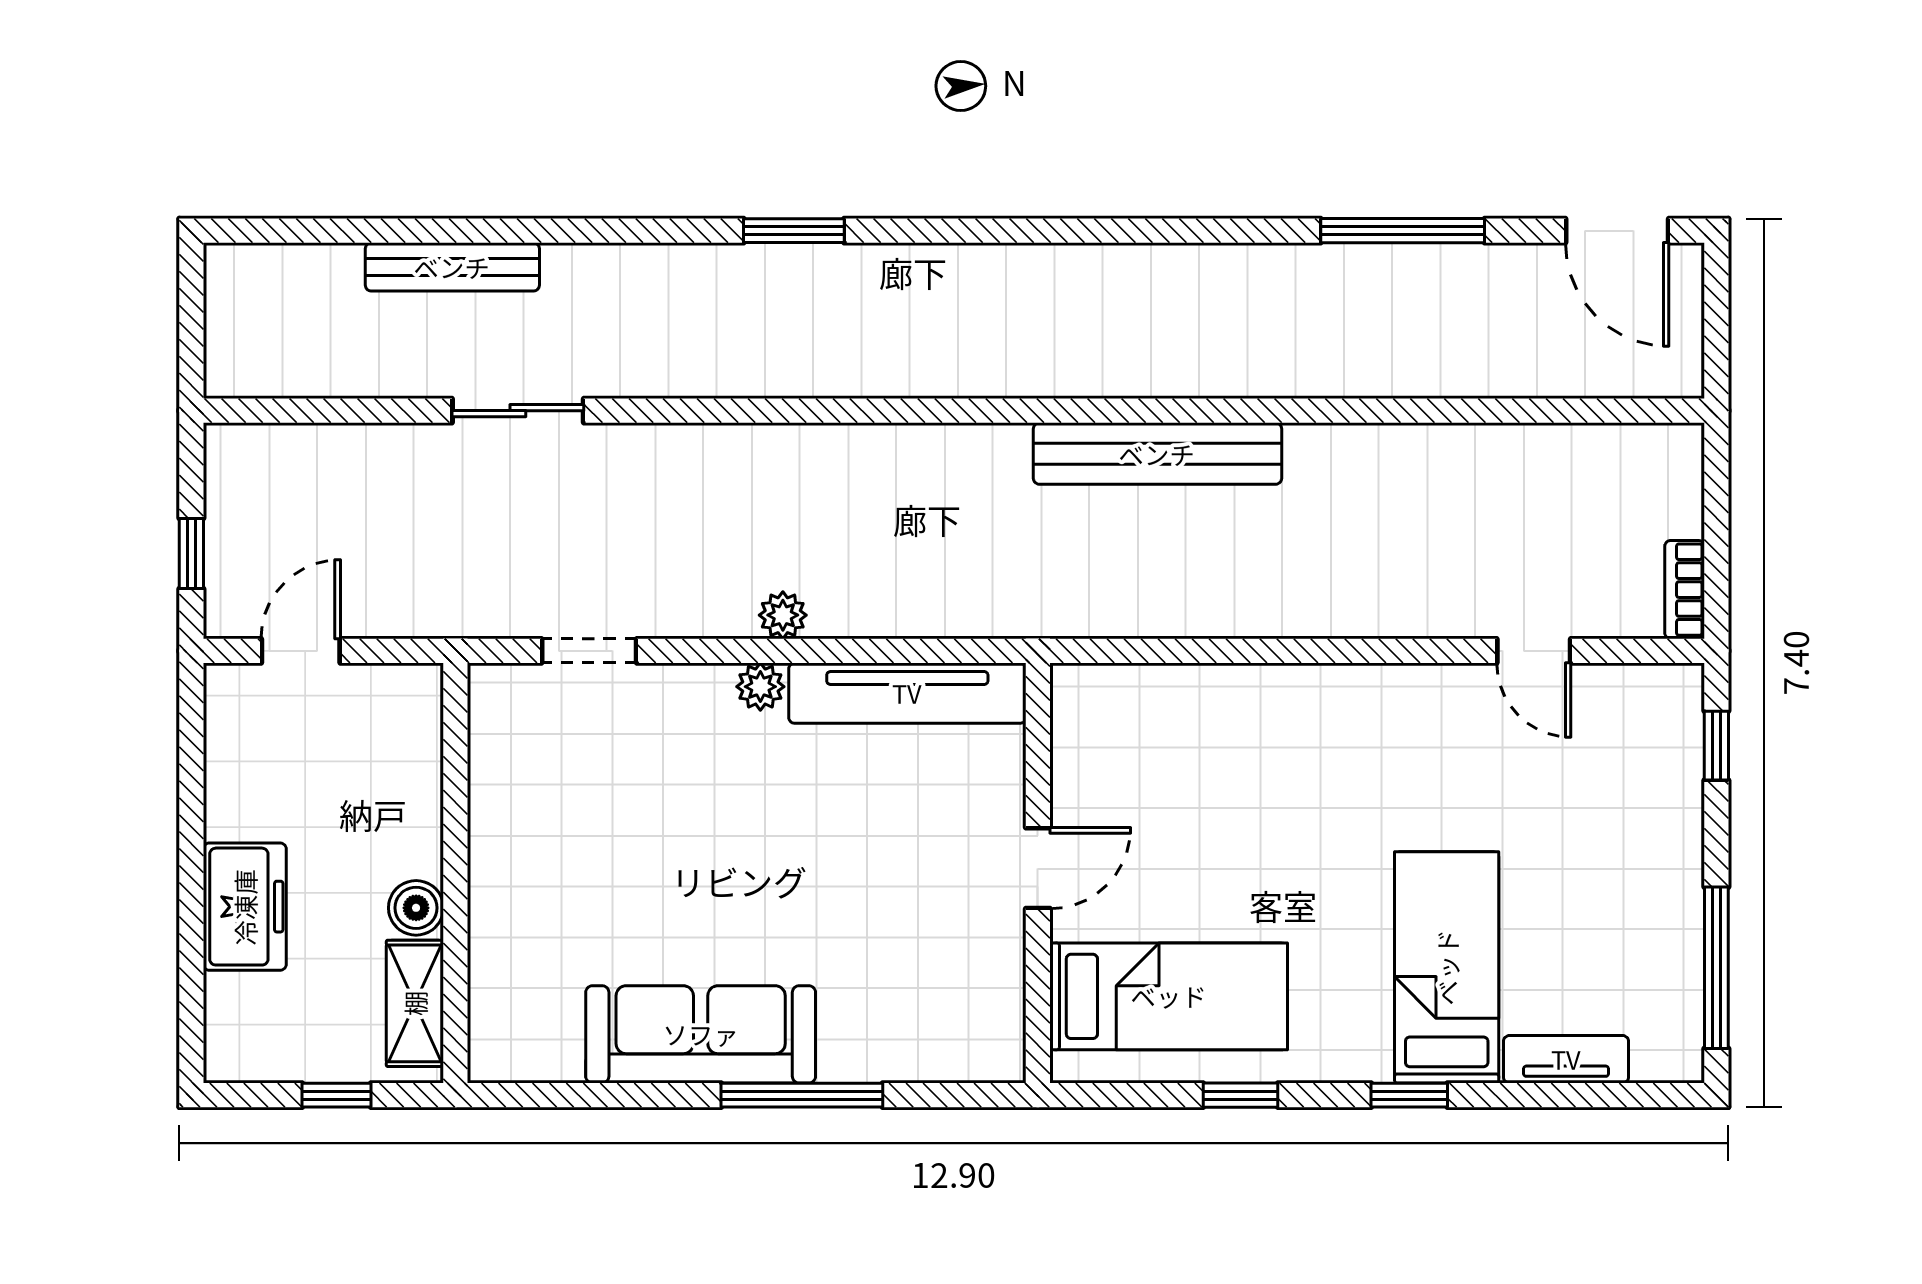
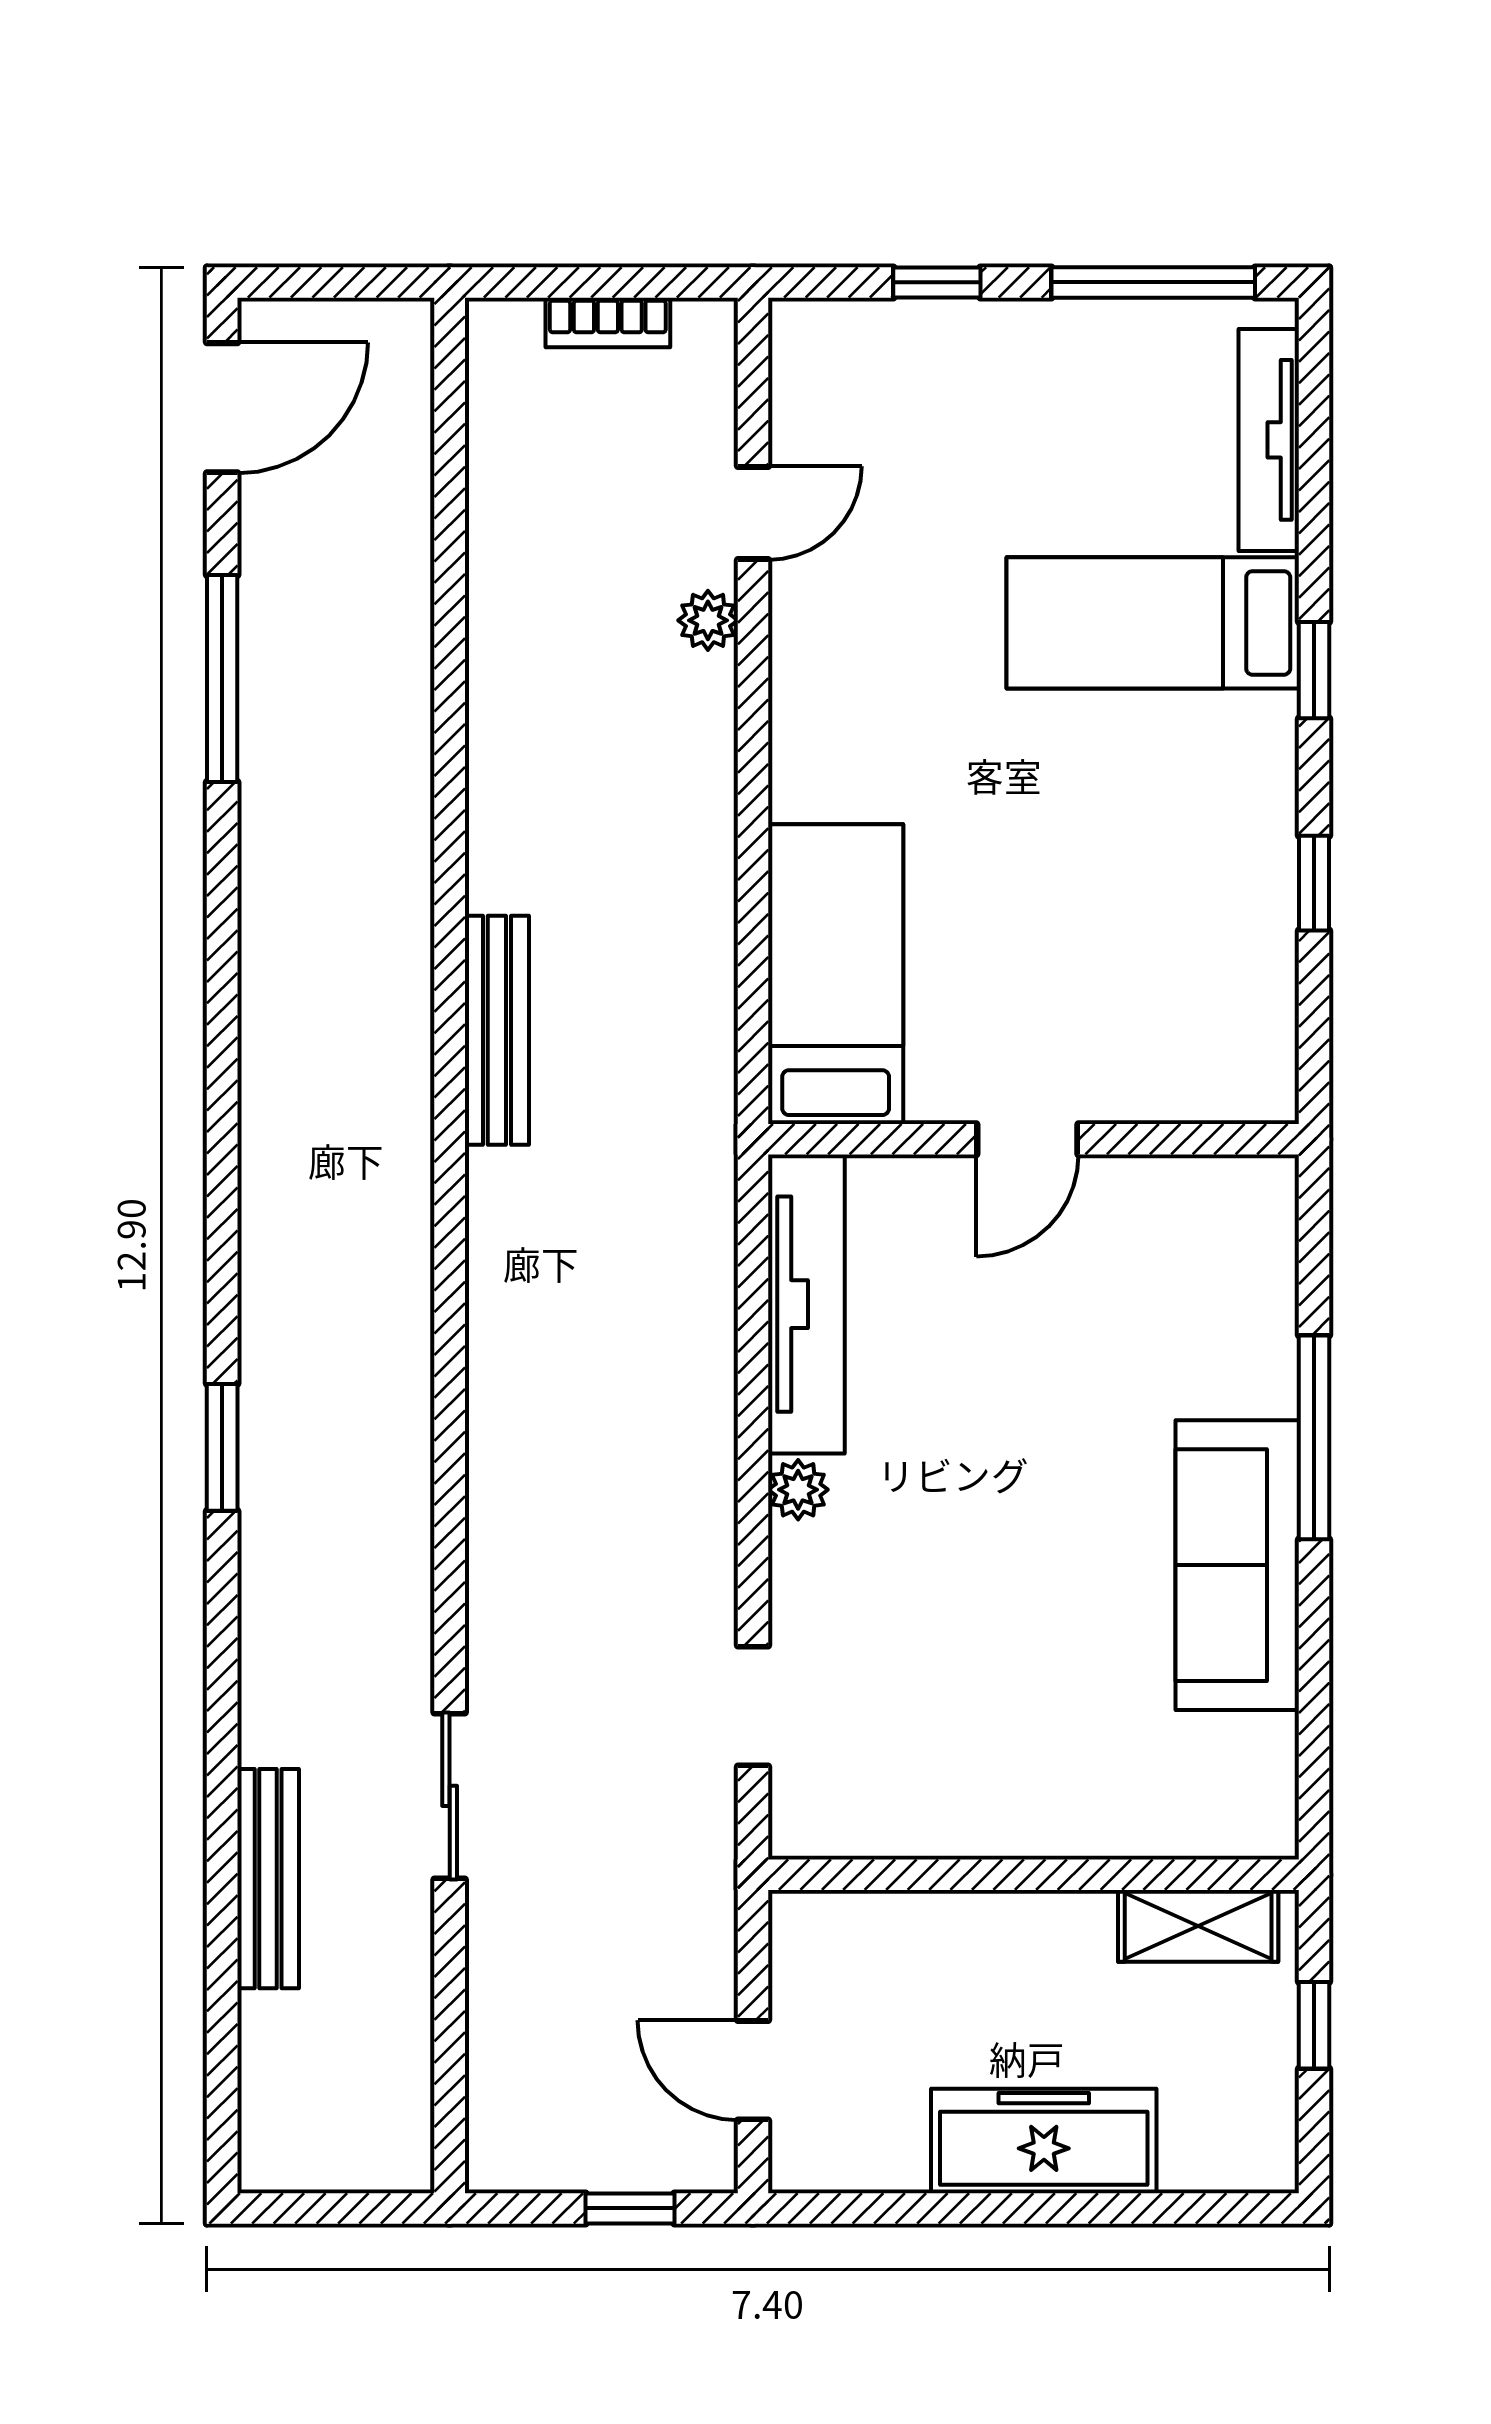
bench: (1157, 454) -> (497, 1030), width x0.73, depth x0.82
bookcase: (1685, 590) -> (608, 323), moved
plant: (783, 615) -> (708, 620), moved
window: (1716, 746) -> (937, 282), moved
door: (1038, 868) -> (1027, 1139), swing flipped
freezer: (245, 907) -> (1044, 2141), width x1.40
boiler: (416, 908) -> (1078, 1925), removed
bed: (1169, 996) -> (836, 974), moved
tv unit: (1566, 1059) -> (1269, 440), width x1.41

